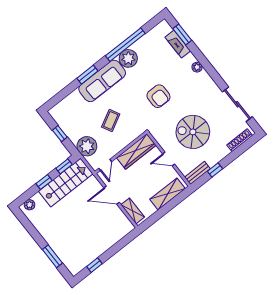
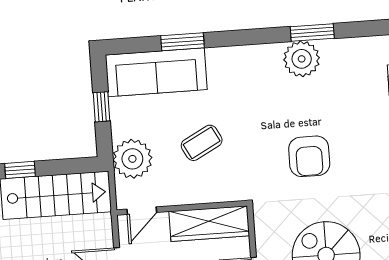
window: (125, 45) -> (312, 33), width x0.47
window: (87, 75) -> (182, 42), moved
sofa: (102, 81) -> (156, 72), moved
window: (64, 166) -> (71, 166), removed

